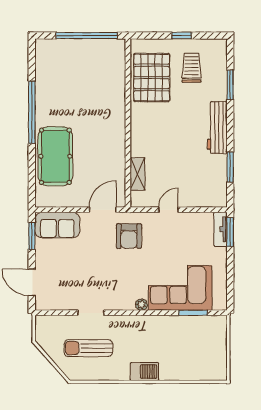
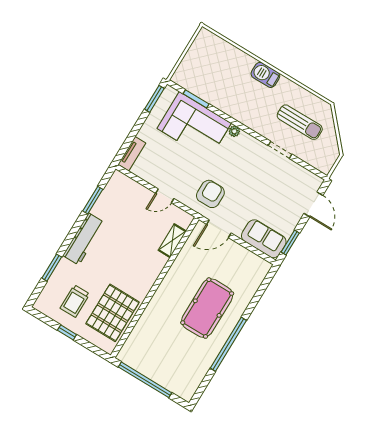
pool table: (55, 156) -> (207, 308), moved
window: (230, 232) -> (154, 99), moved

